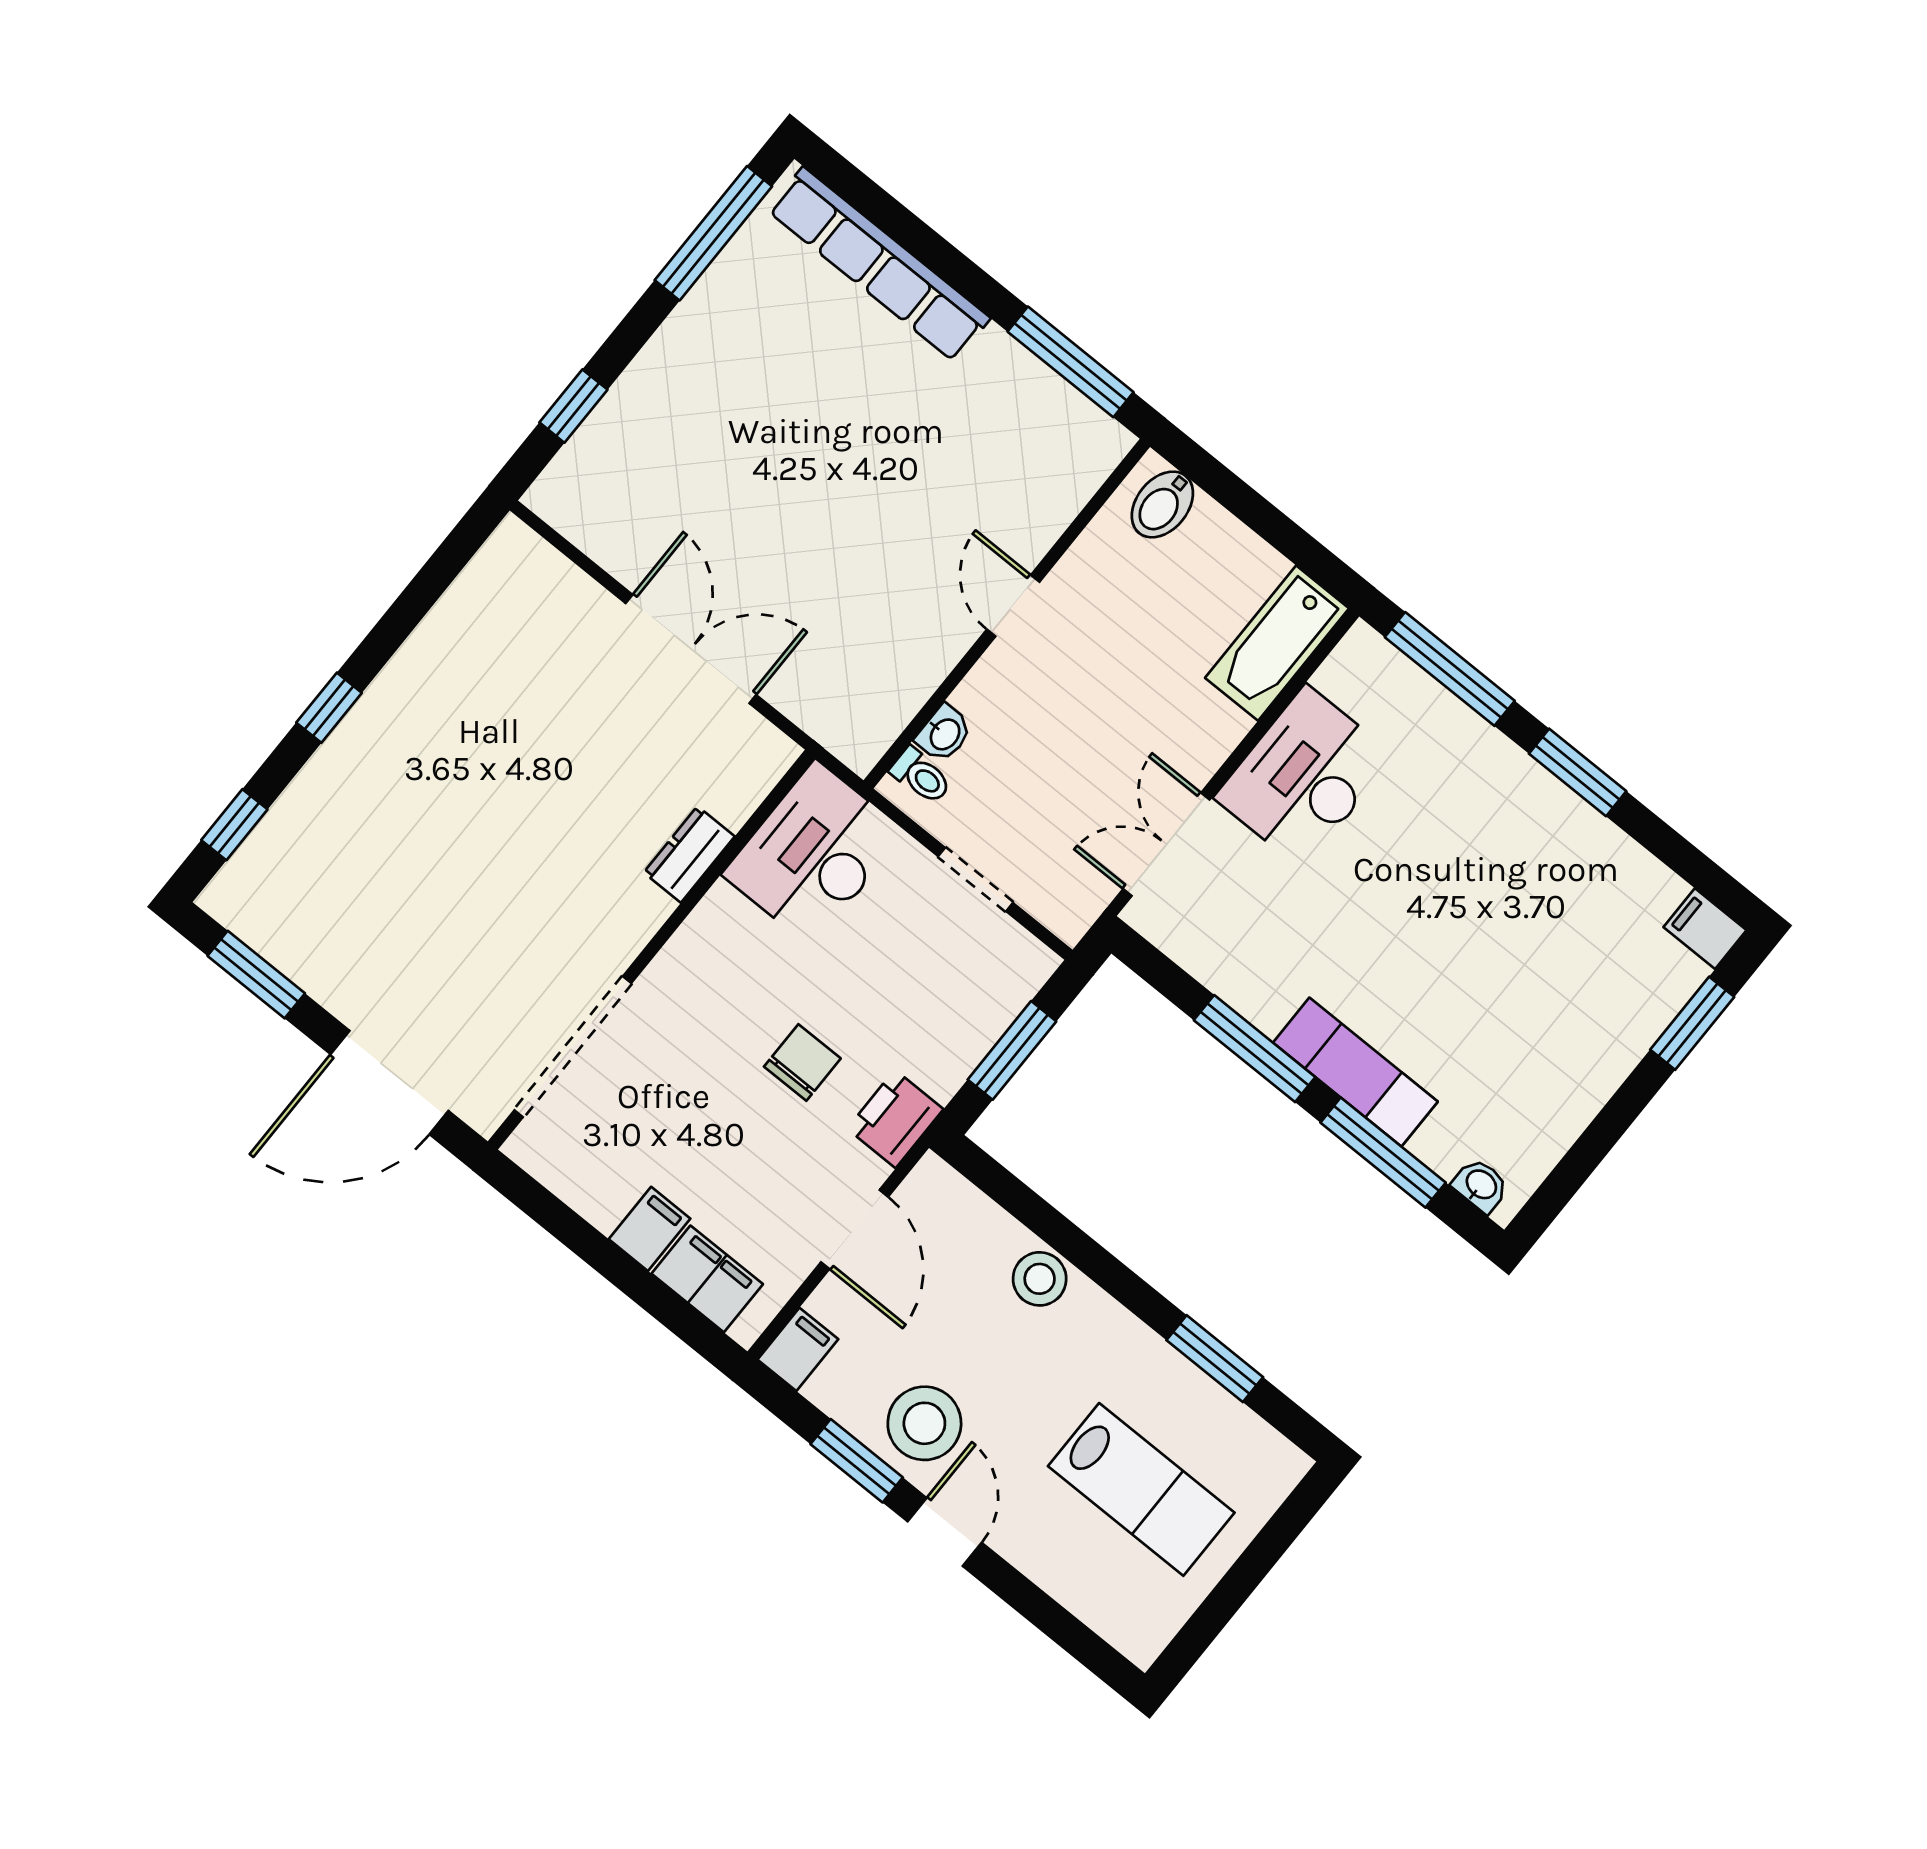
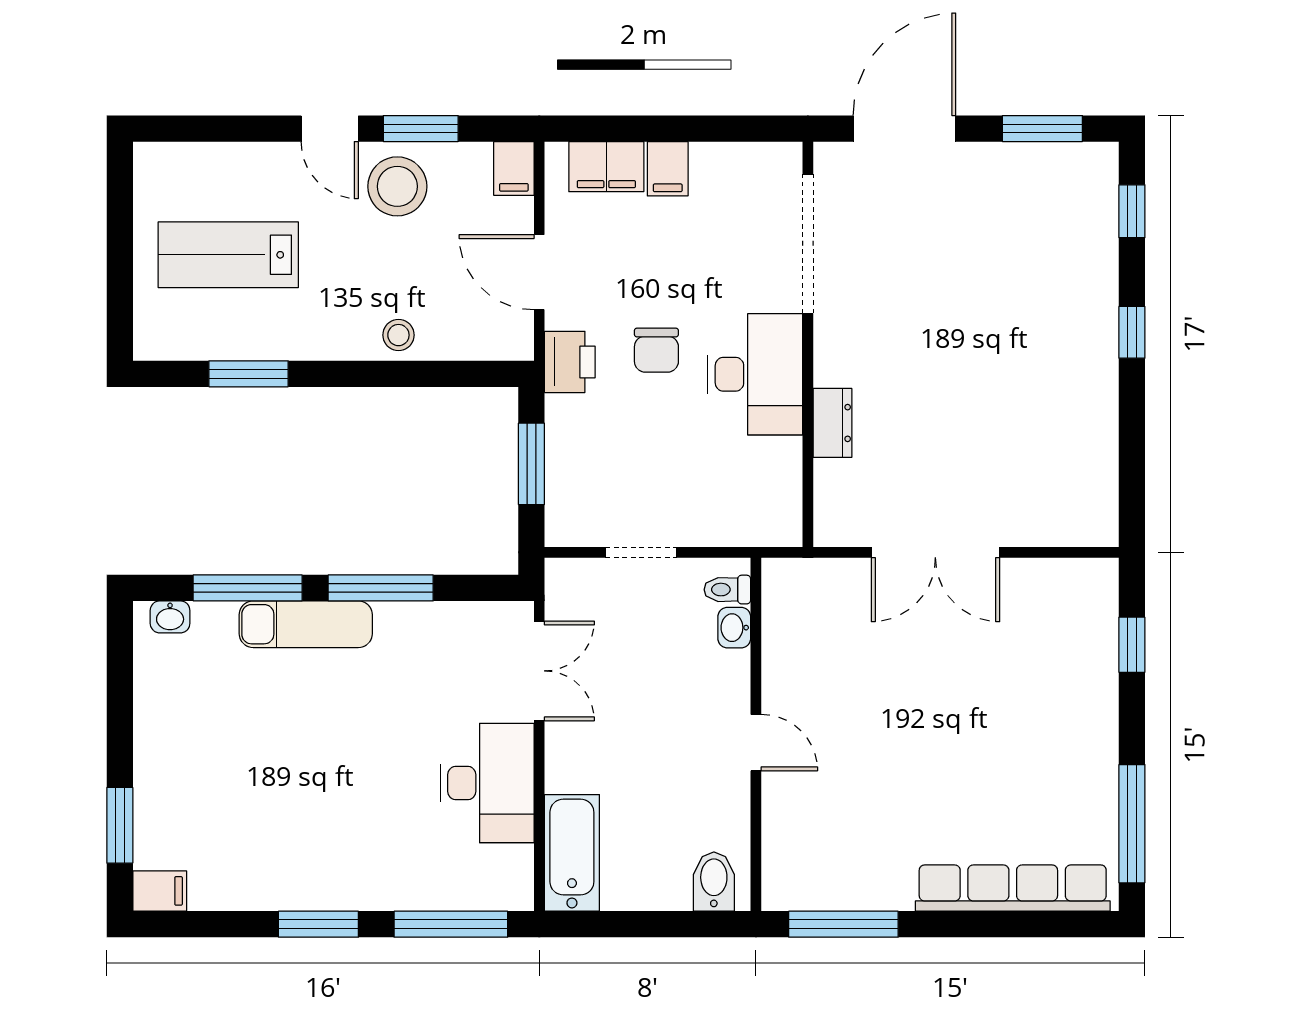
desk: (814, 853) -> (755, 374), moved
stool: (1040, 1279) -> (398, 335), width x0.73, depth x0.73

